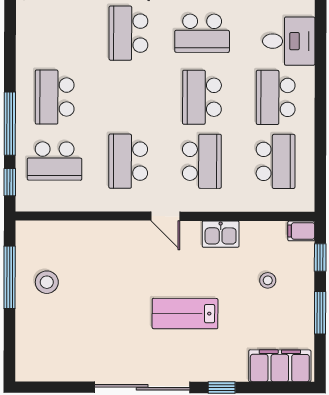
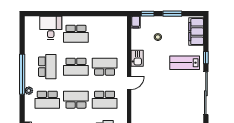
school desk: (276, 161) -> (76, 100), moved
lab bench: (185, 314) -> (185, 63), moved, turned 90

